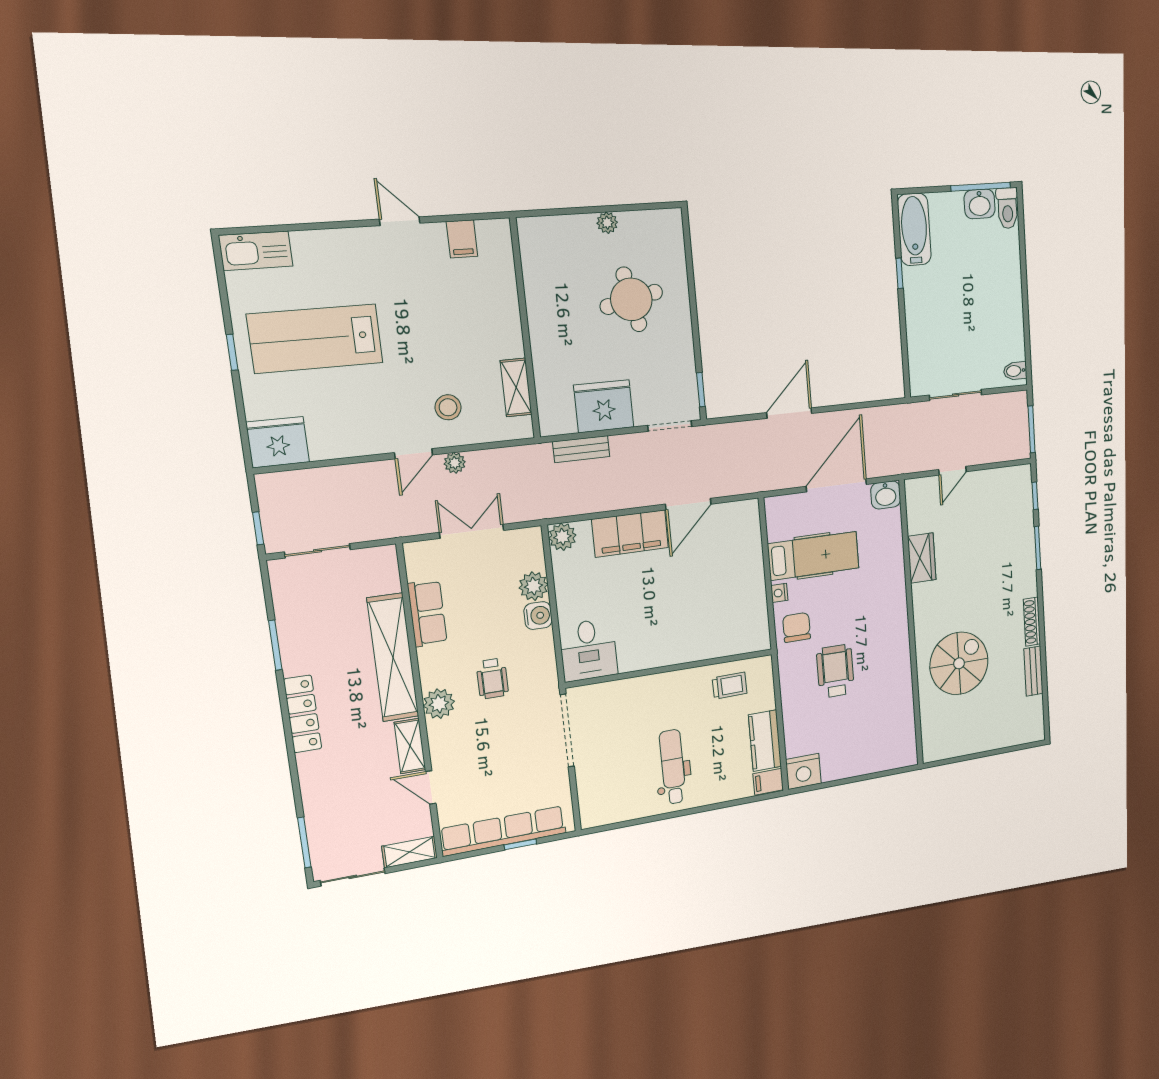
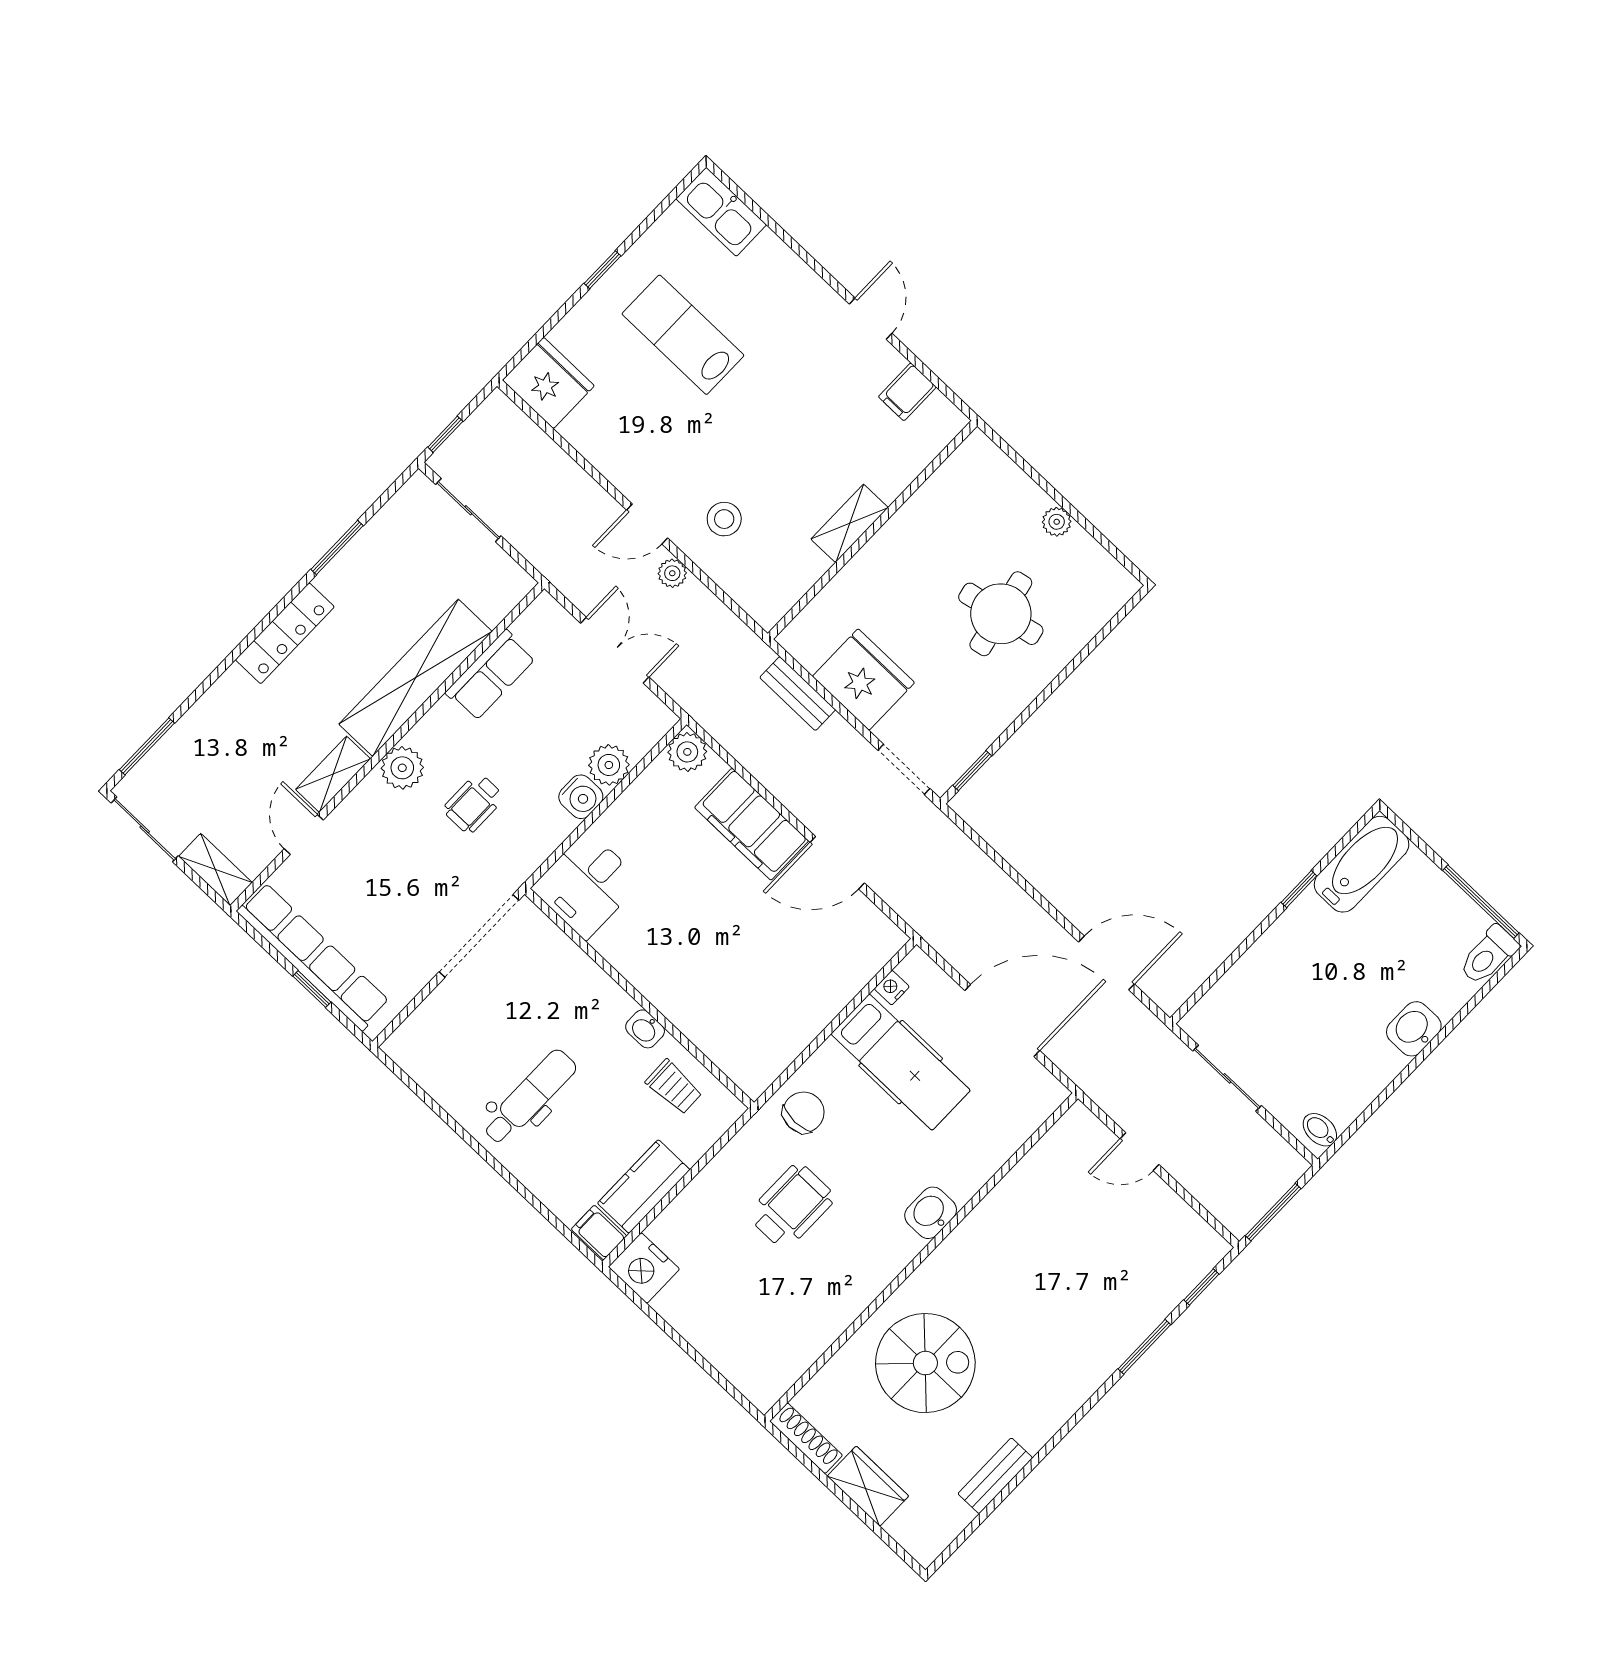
washbasin: (980, 204) -> (1414, 1029), moved, turned 90
lab bench: (315, 339) -> (683, 335), width x0.73, depth x0.72
shelving: (516, 387) -> (850, 523), moved
door: (789, 413) -> (1106, 963), moved
washbasin: (886, 495) -> (931, 1213), moved, turned 90
wardrobe: (922, 558) -> (868, 1486), moved, turned -90
nightstand: (779, 593) -> (892, 988), moved
shoe rack: (1032, 622) -> (806, 1438), moved, turned 90
washbasin: (688, 678) -> (645, 1029), added

